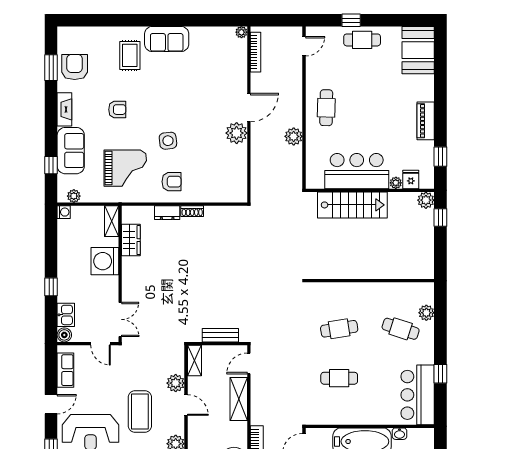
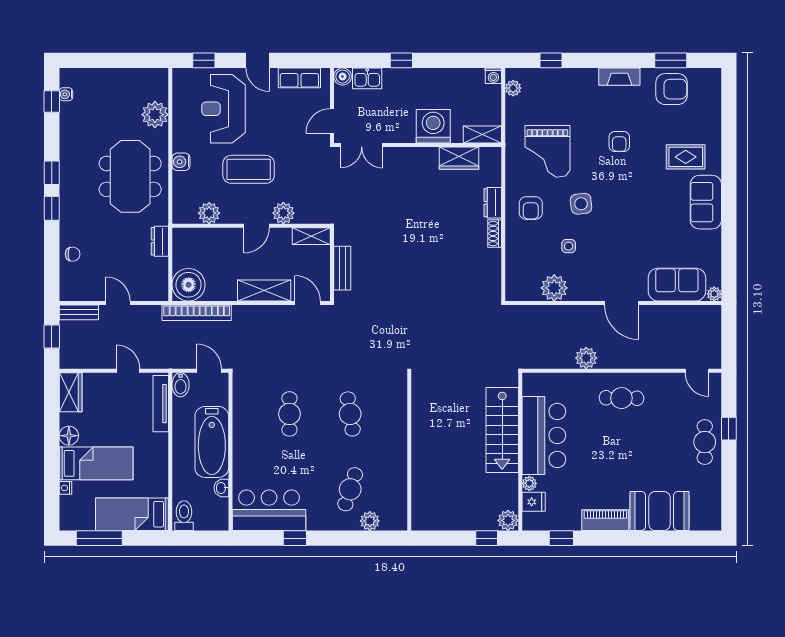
booth: (418, 50) -> (660, 511), moved
bookcase: (255, 52) -> (690, 311), removed
plant: (237, 133) -> (554, 288), moved
sofa: (71, 151) -> (677, 285), moved, turned 180
side table: (202, 151) -> (569, 246), added

